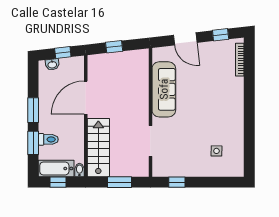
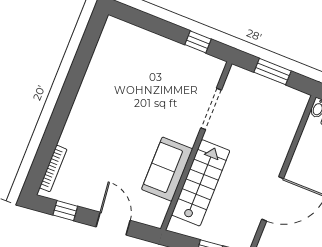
sofa: (164, 89) -> (167, 169), width x0.73
stairs: (98, 148) -> (201, 183), moved, turned 180
side table: (216, 151) -> (130, 62), removed

